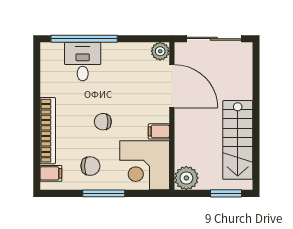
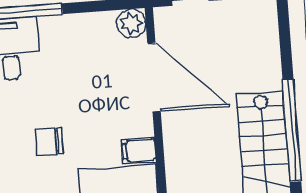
window: (256, 126) -> (292, 130), added

